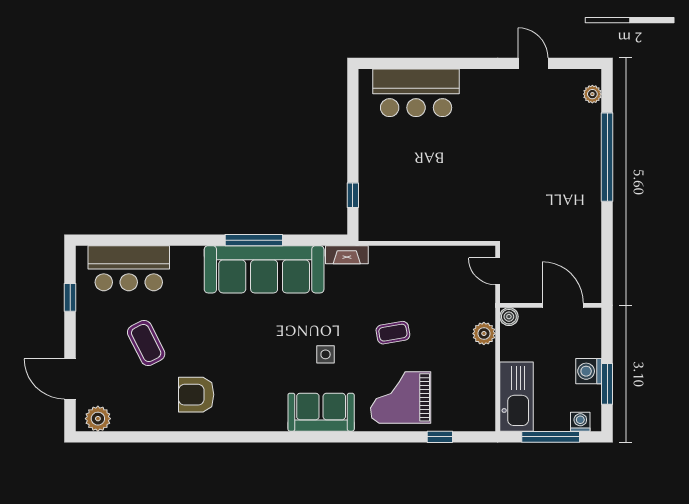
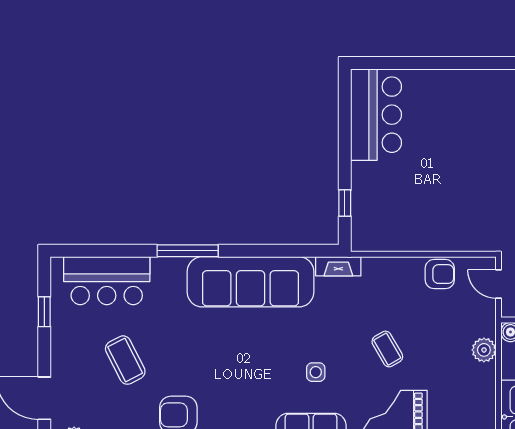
bar counter: (416, 93) -> (376, 115), moved, turned -90
window: (254, 240) -> (188, 251), moved
armchair: (442, 262) -> (440, 274), added
coffee table: (393, 333) -> (387, 349), turned 70

